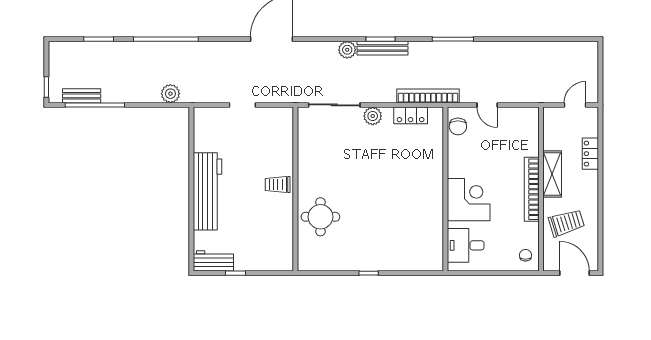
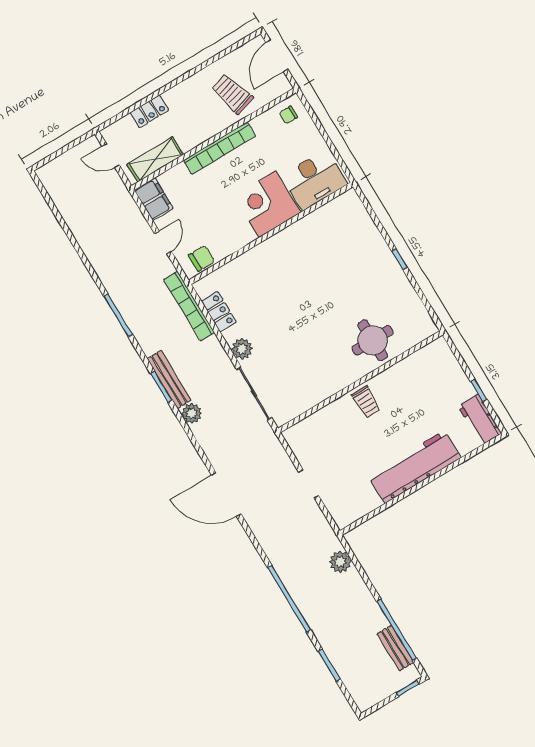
filing cabinet: (523, 117) -> (154, 199), added
shelving: (552, 174) -> (155, 159), moved
desk: (466, 245) -> (314, 180), width x1.37

